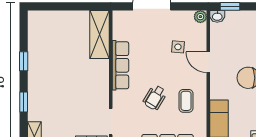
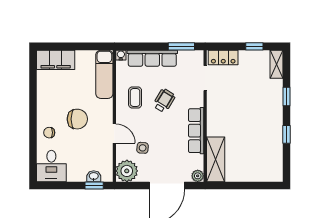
washbasin: (217, 16) -> (94, 176), moved
plant: (119, 17) -> (198, 176), added
plant: (200, 17) -> (127, 171), width x1.88, depth x1.88

